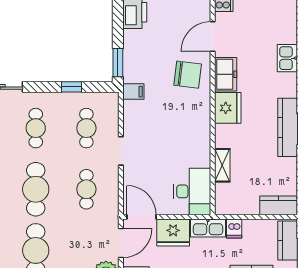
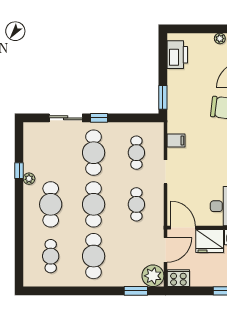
window: (71, 87) -> (99, 118), moved
filing cabinet: (133, 92) -> (176, 140), moved
cafe table: (36, 128) -> (94, 153), width x1.37, depth x1.35

